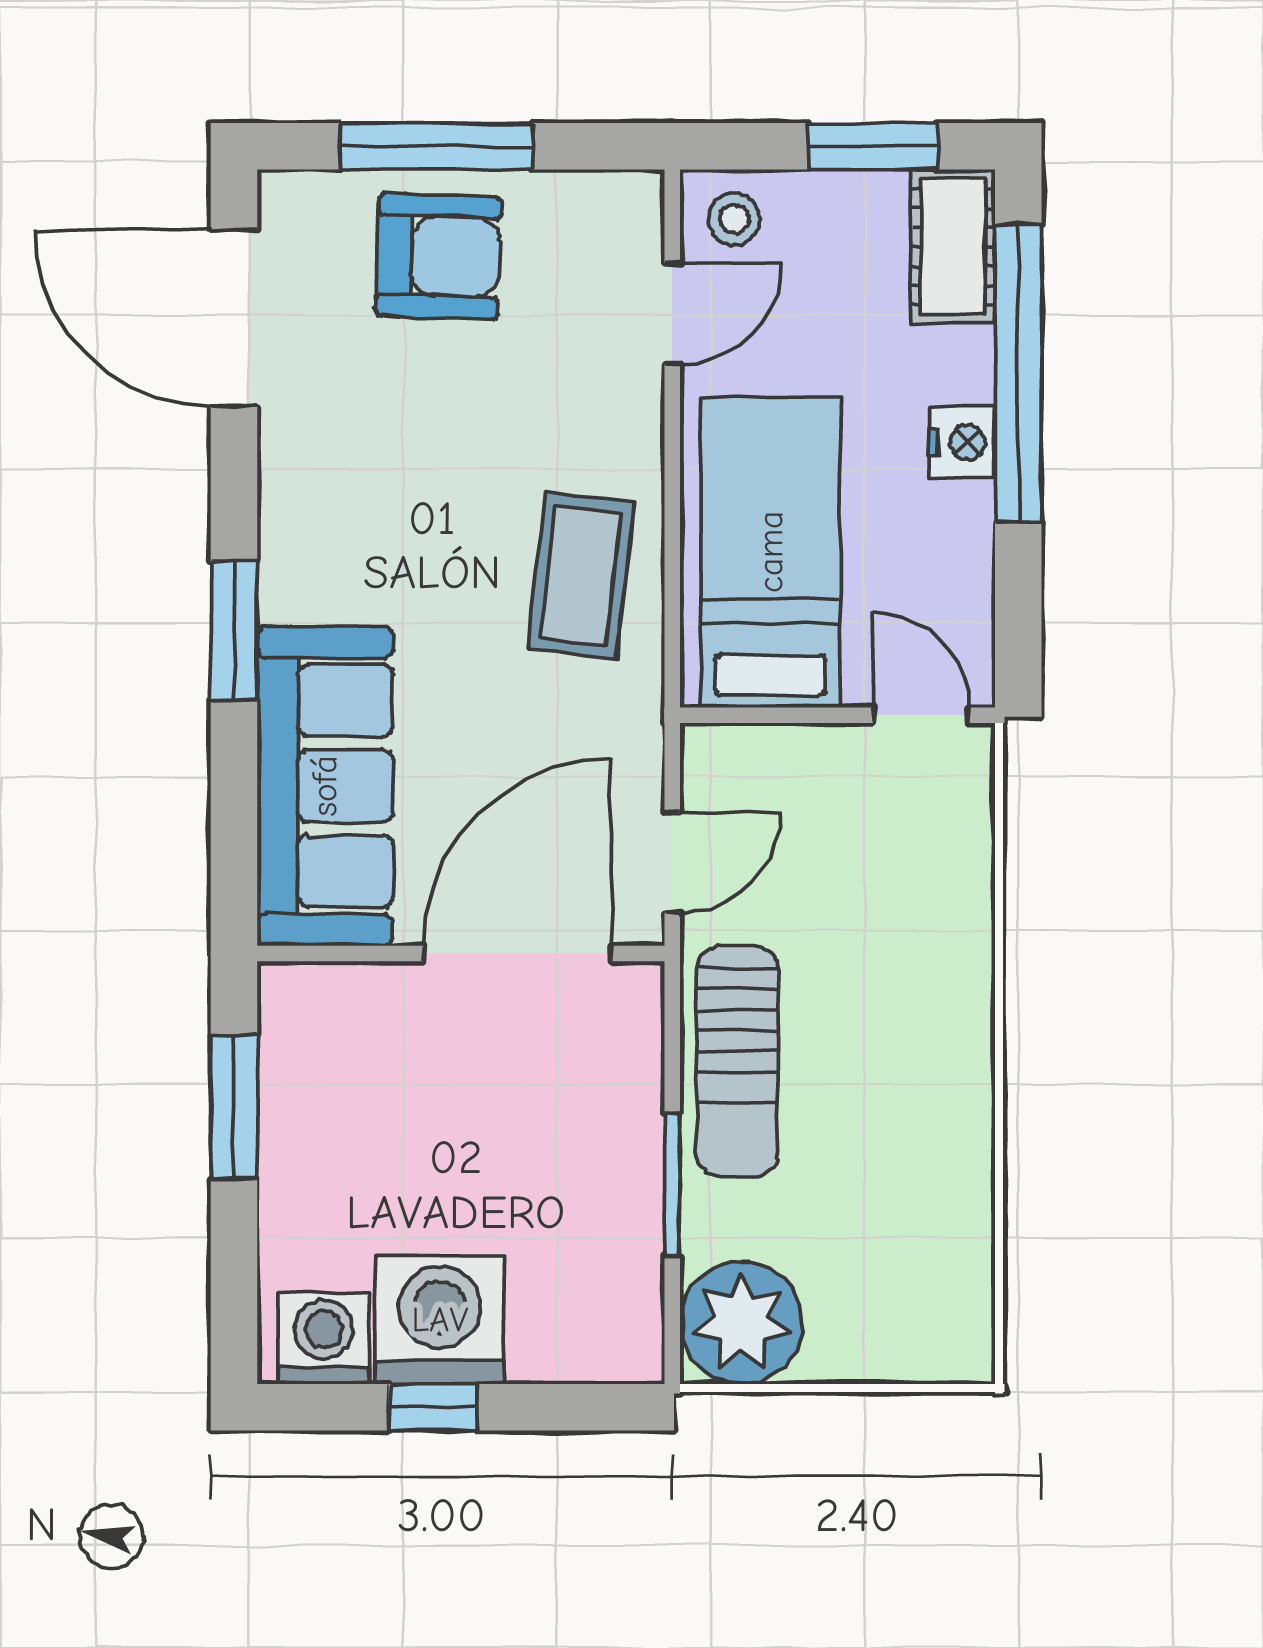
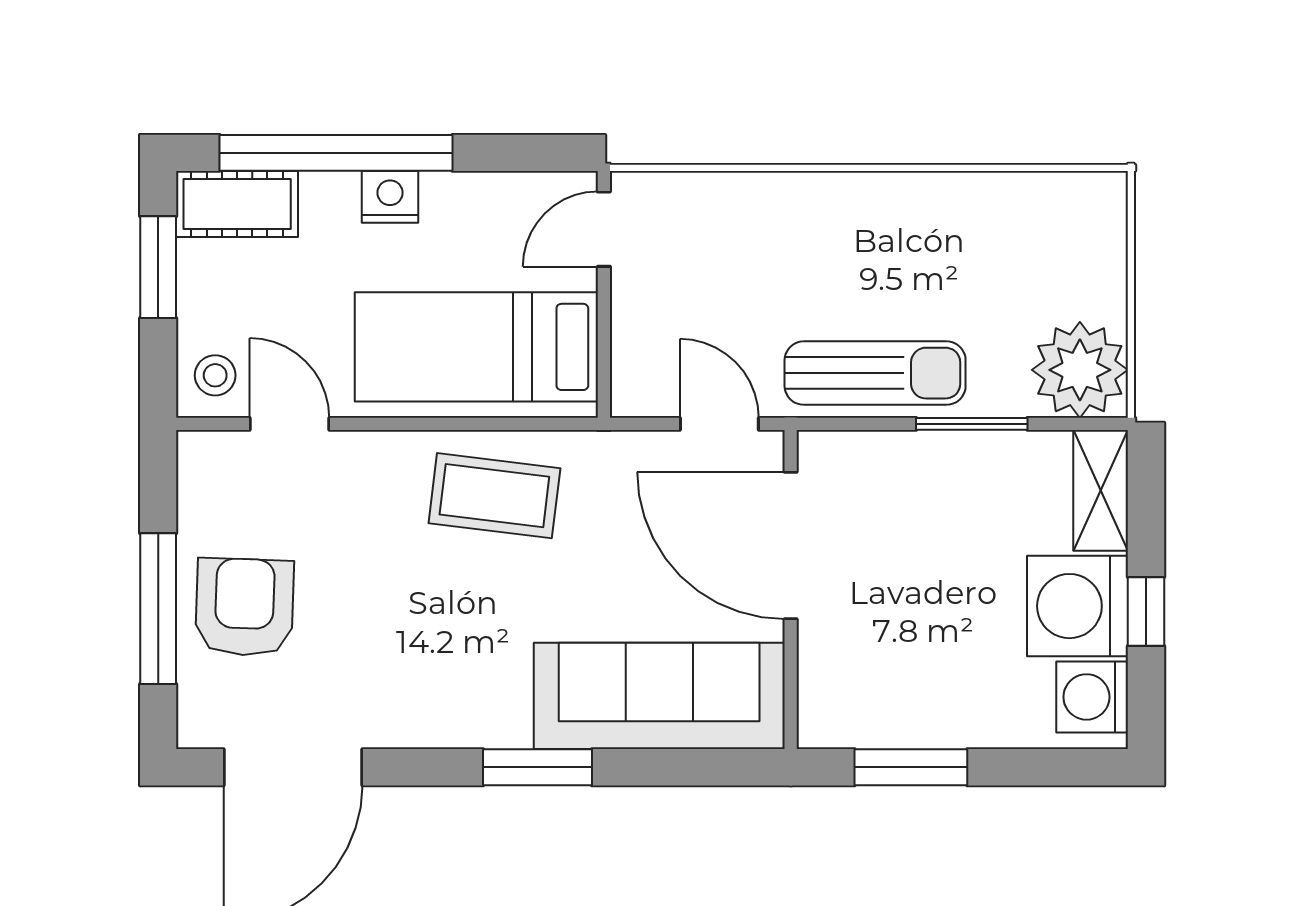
shelving: (587, 1349) -> (1101, 490), added

